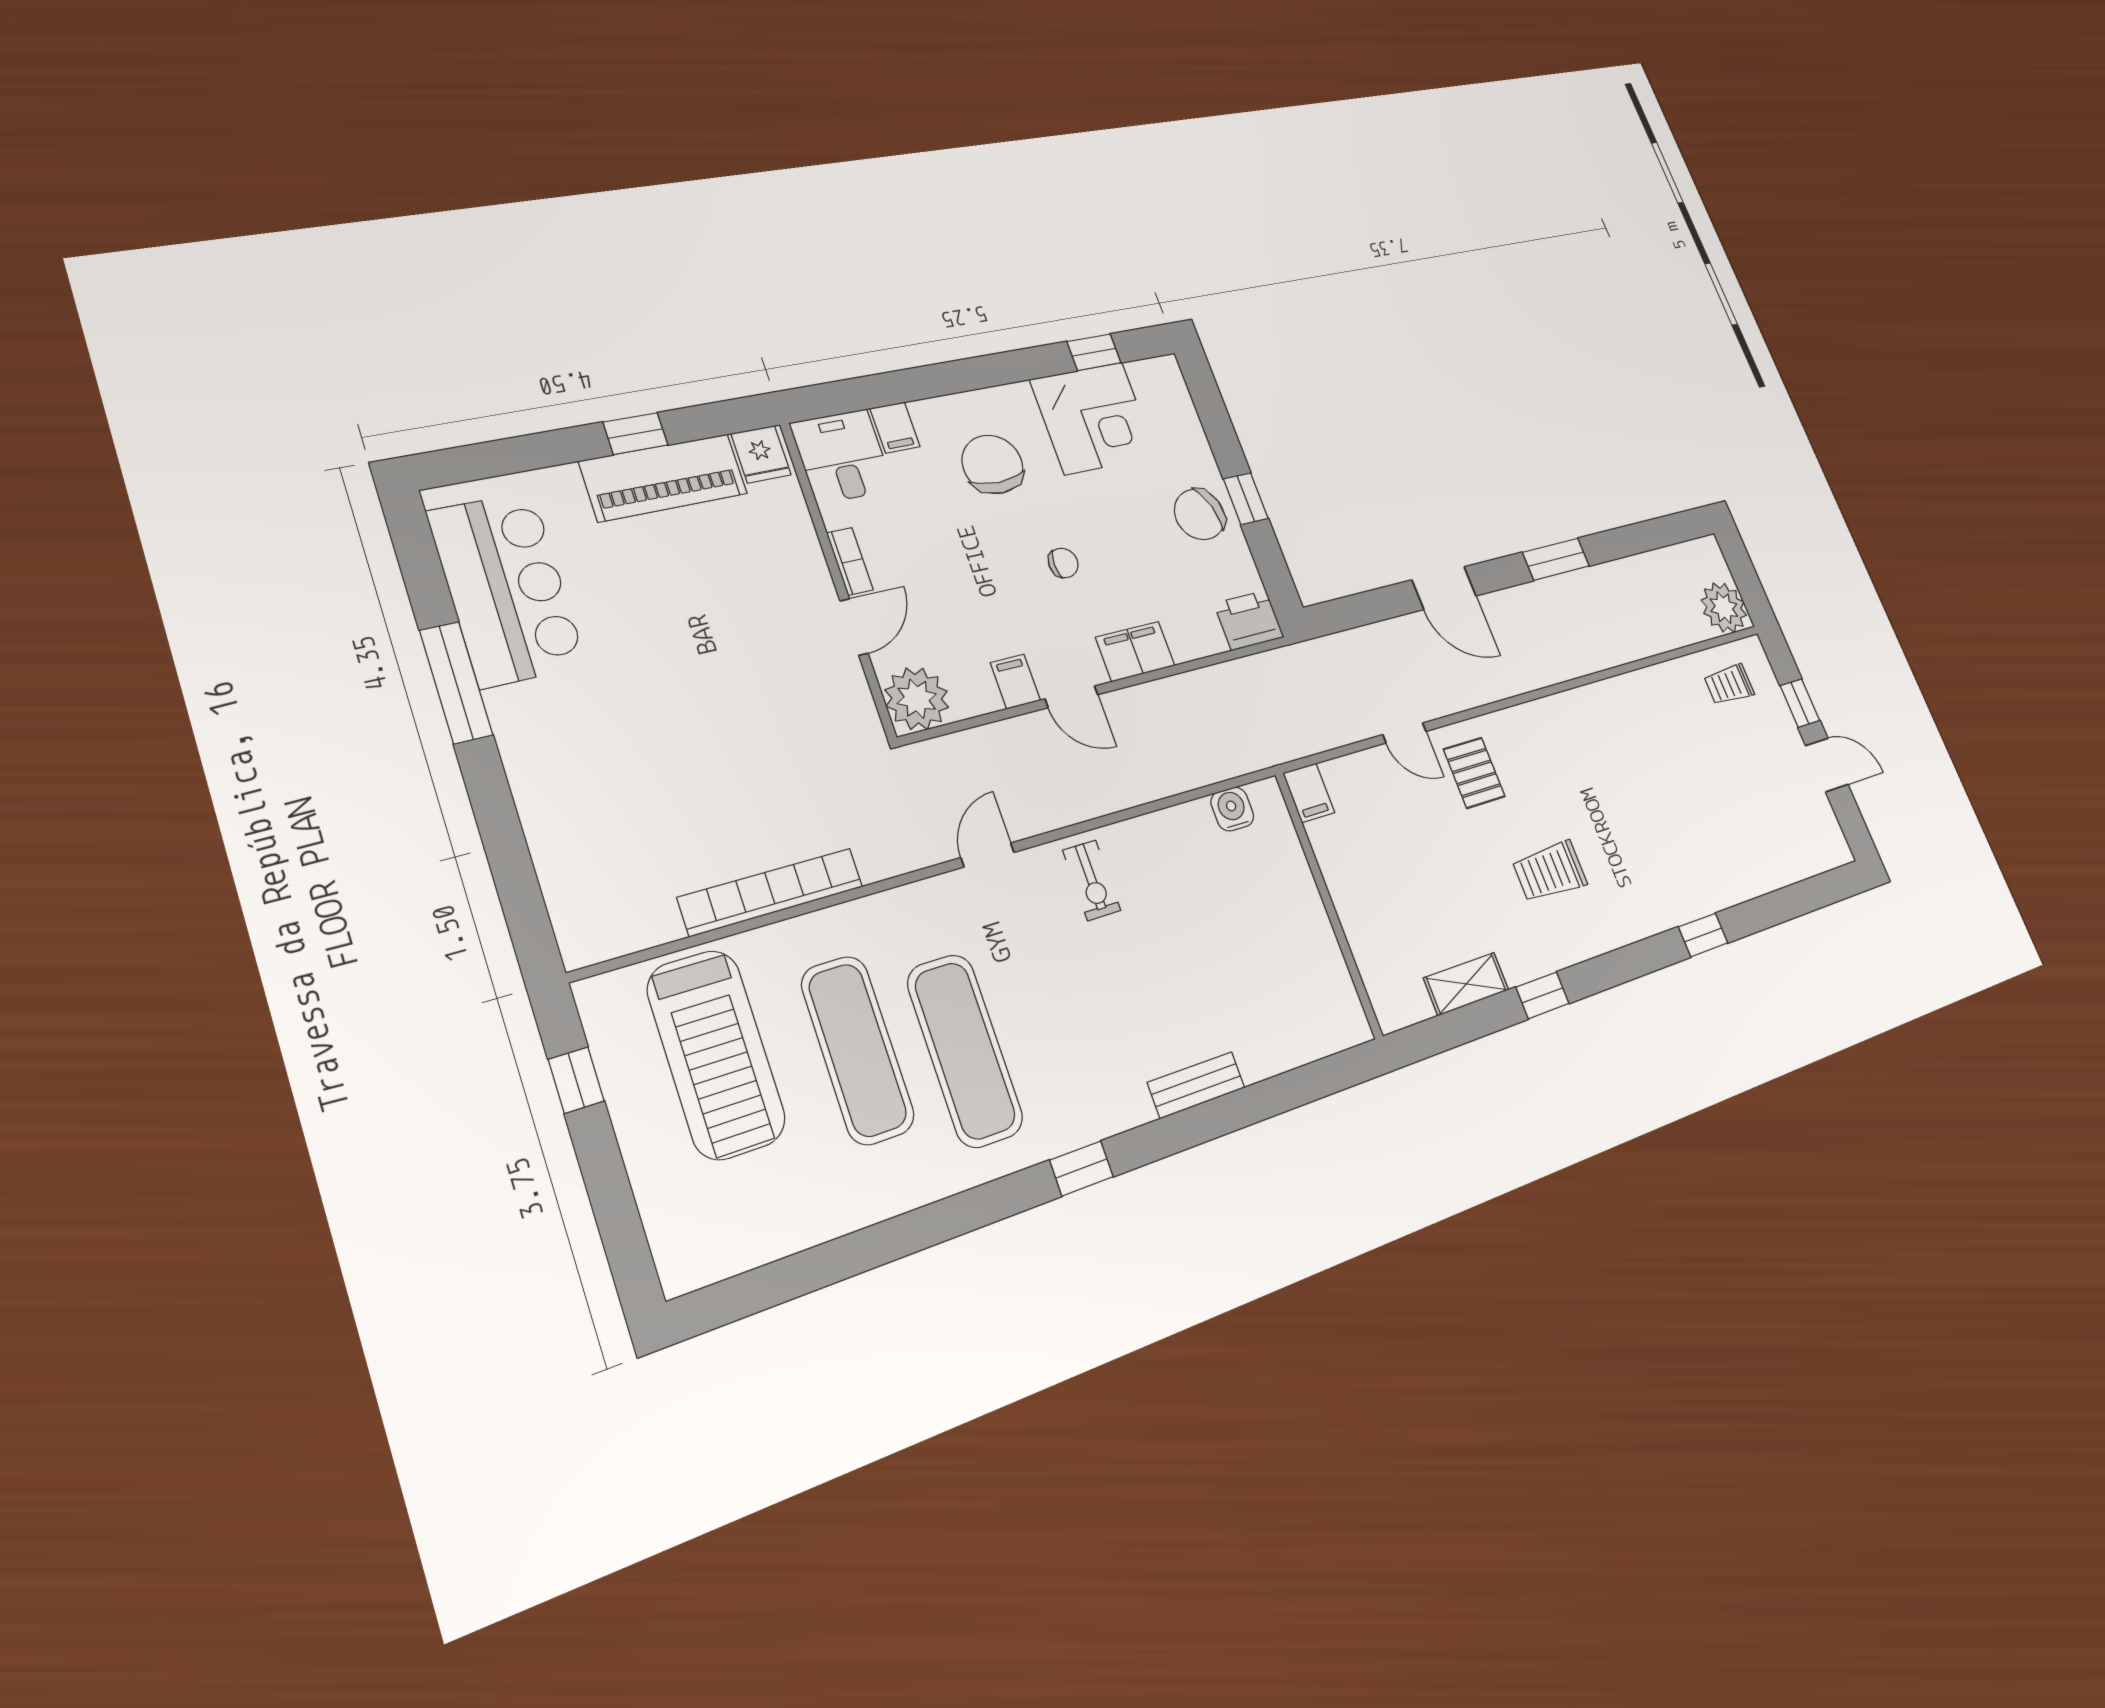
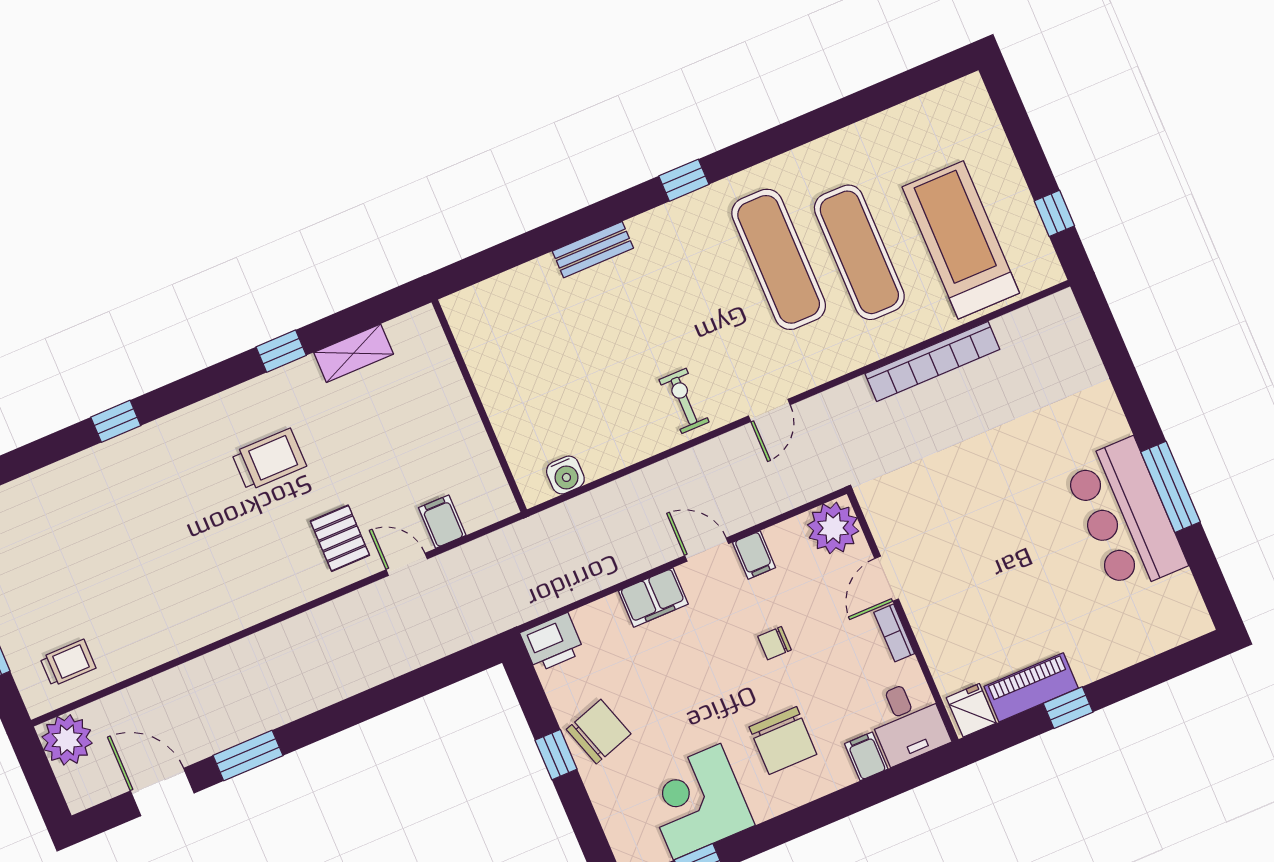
piano: (664, 478) -> (1031, 687), width x0.73, depth x0.75
chair: (1063, 563) -> (775, 643), moved
door: (1444, 588) -> (162, 792), moved
bar counter: (506, 589) -> (1125, 516), moved
filing cabinet: (1309, 793) -> (442, 522), moved

